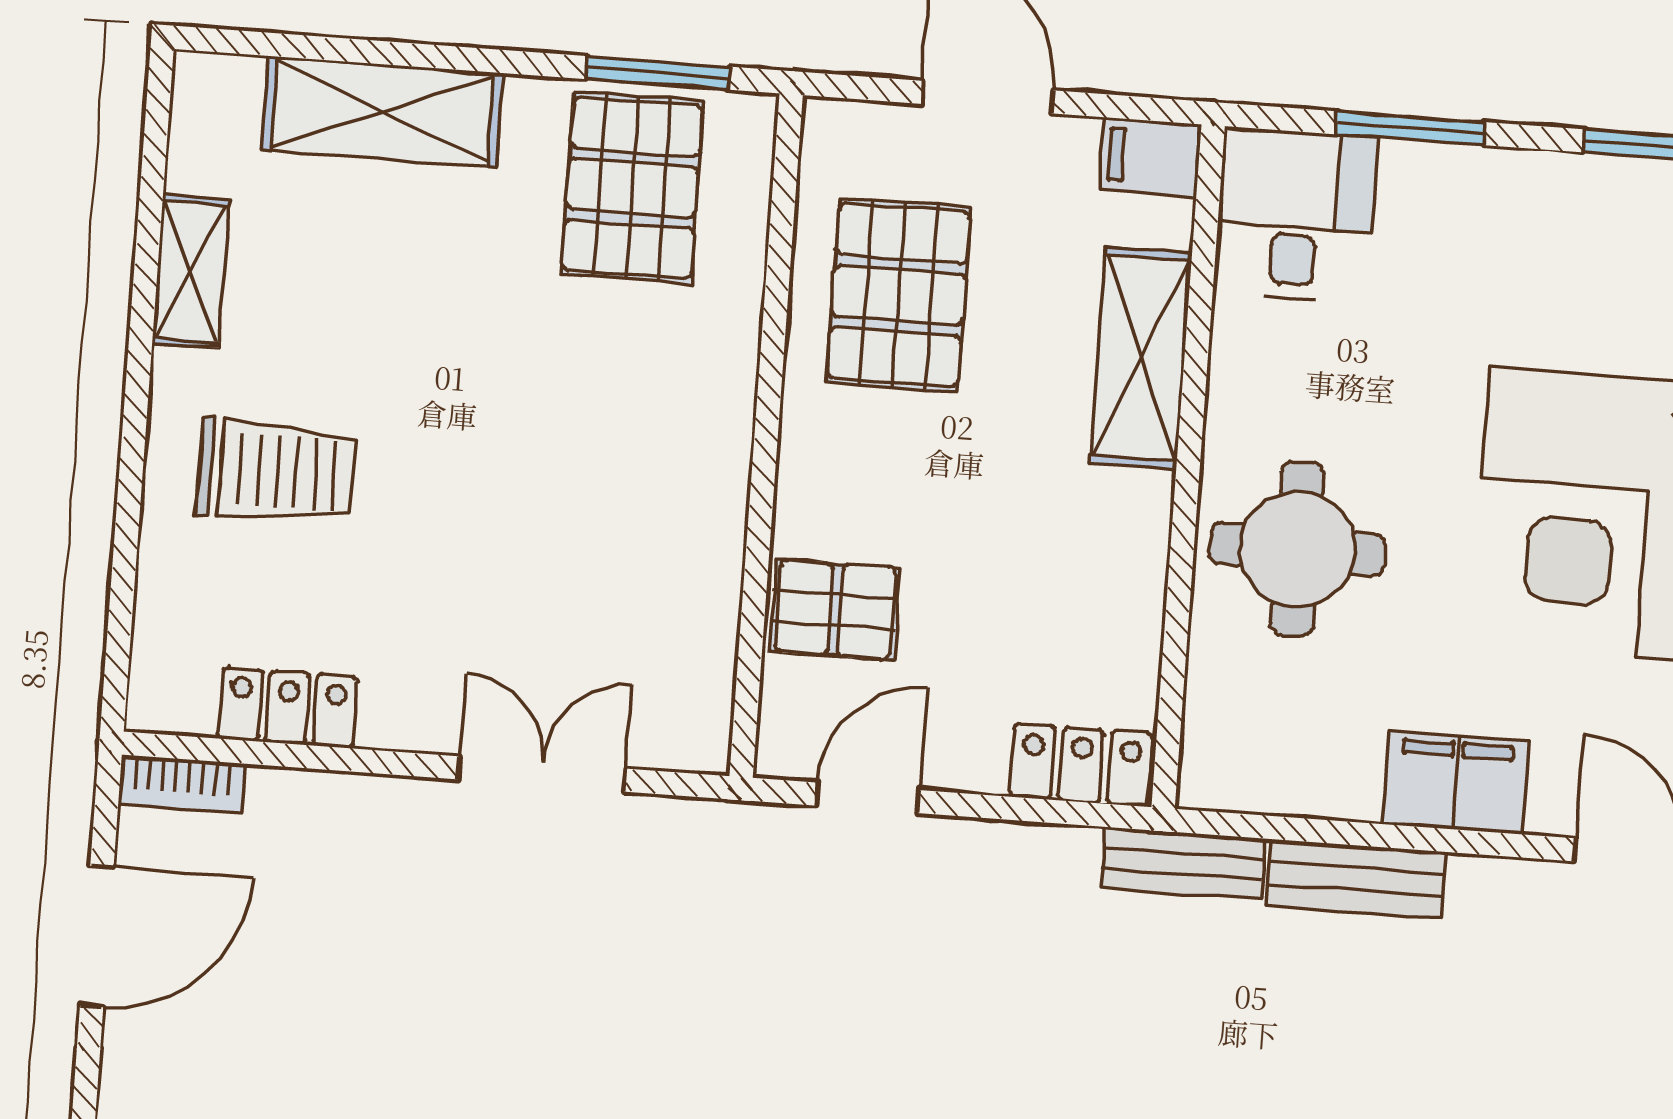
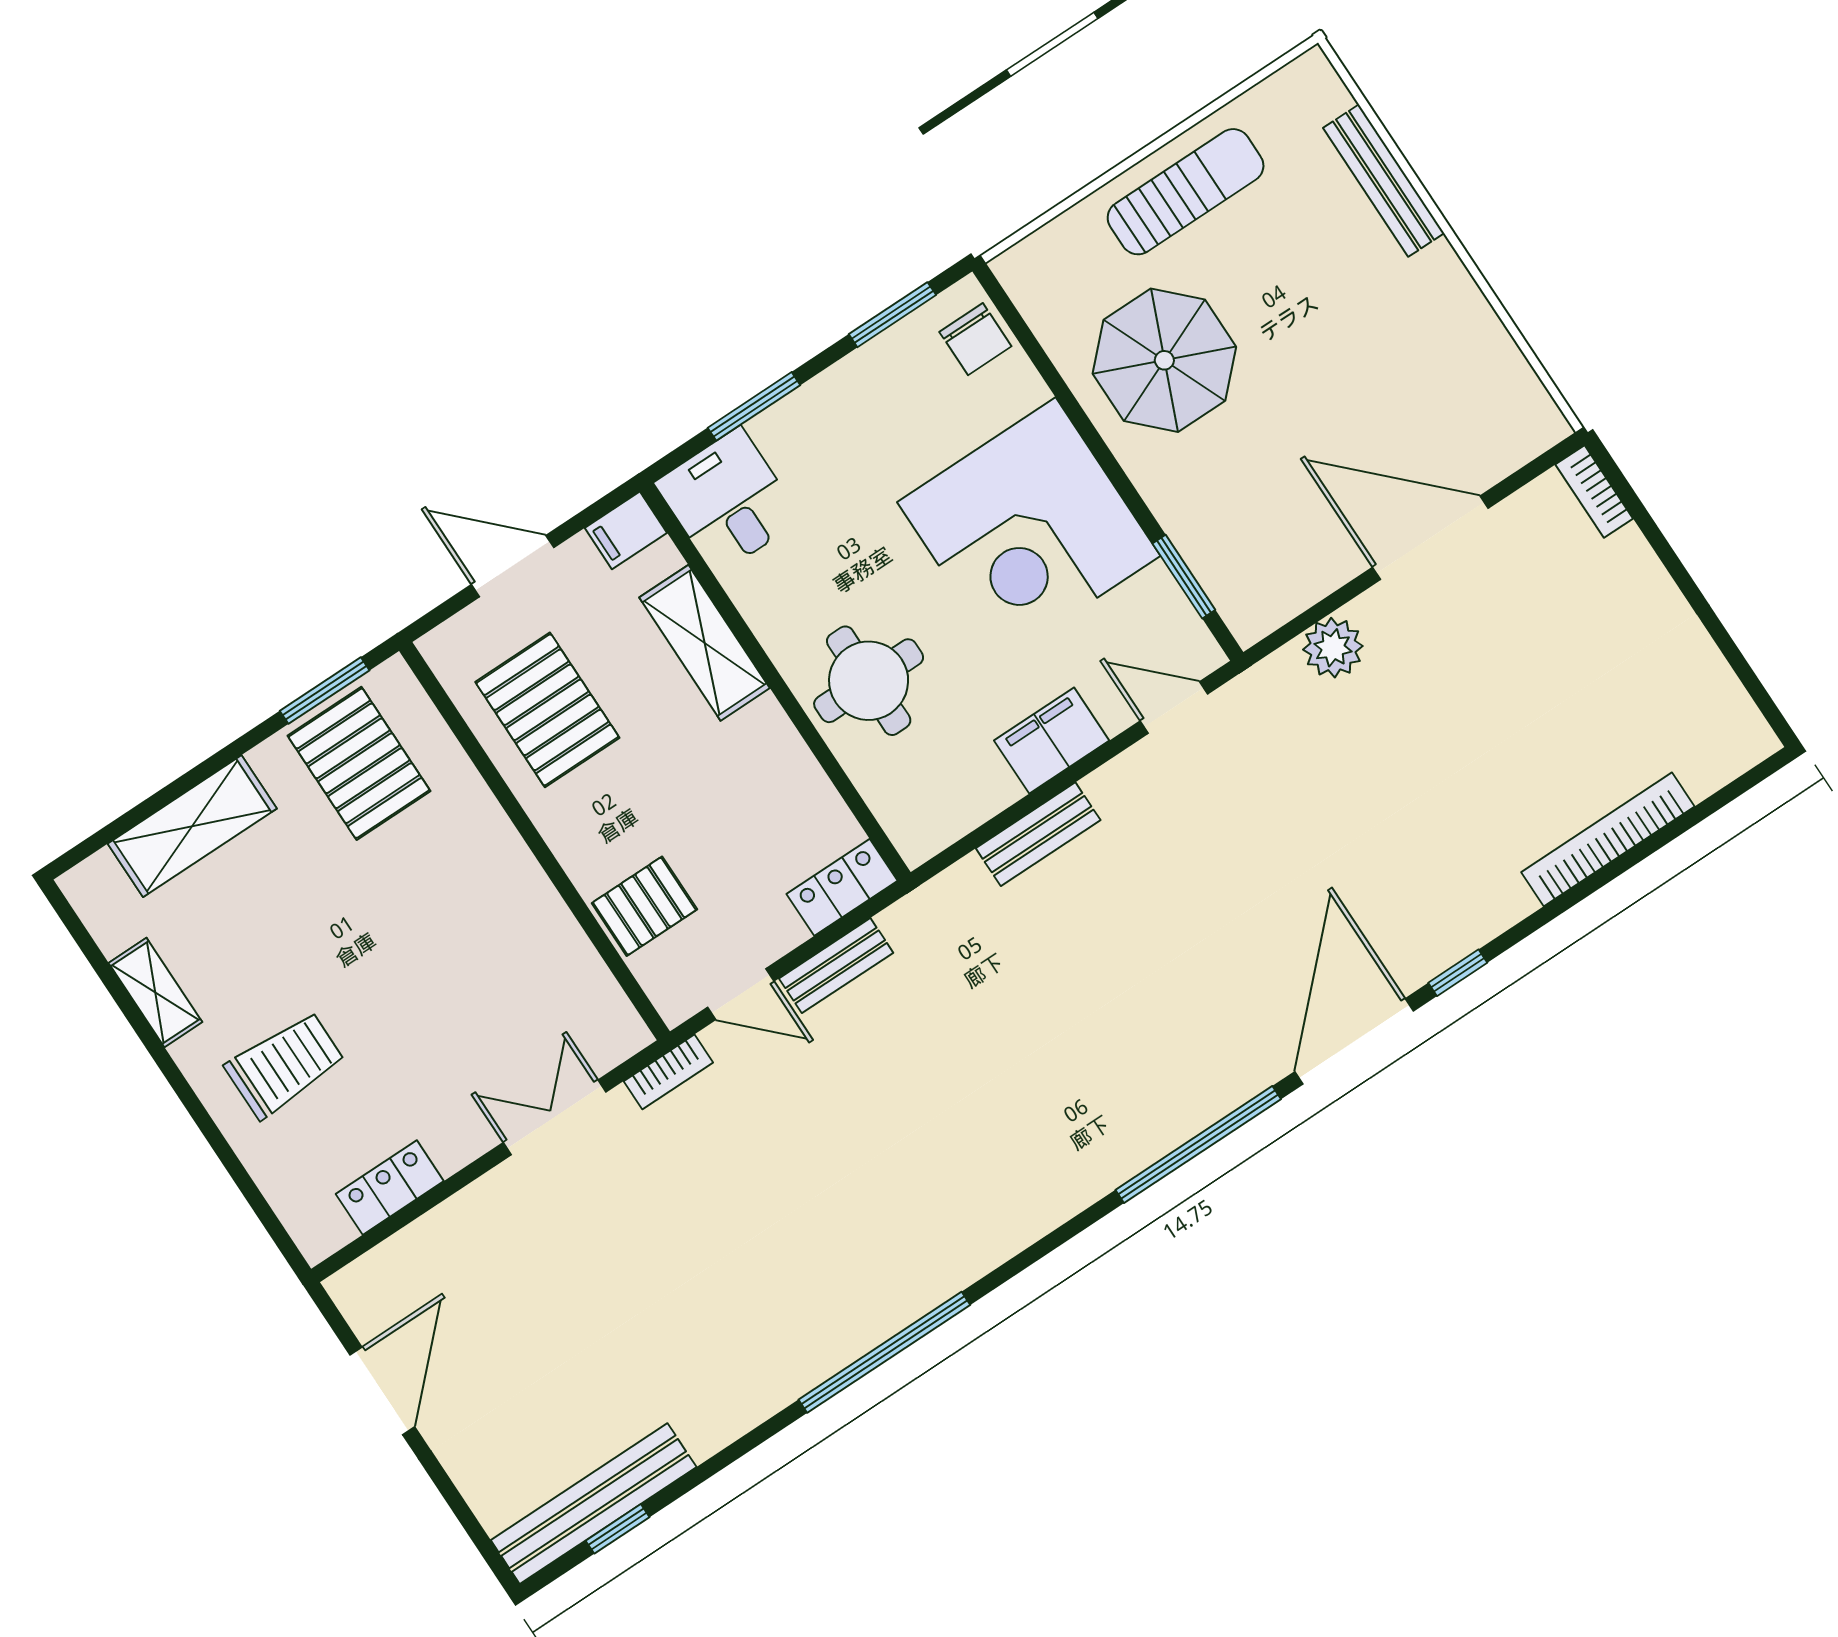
bookcase: (182, 784) -> (668, 1072), moved
door: (868, 798) -> (741, 994), swing flipped
bench: (1183, 863) -> (836, 966), moved

